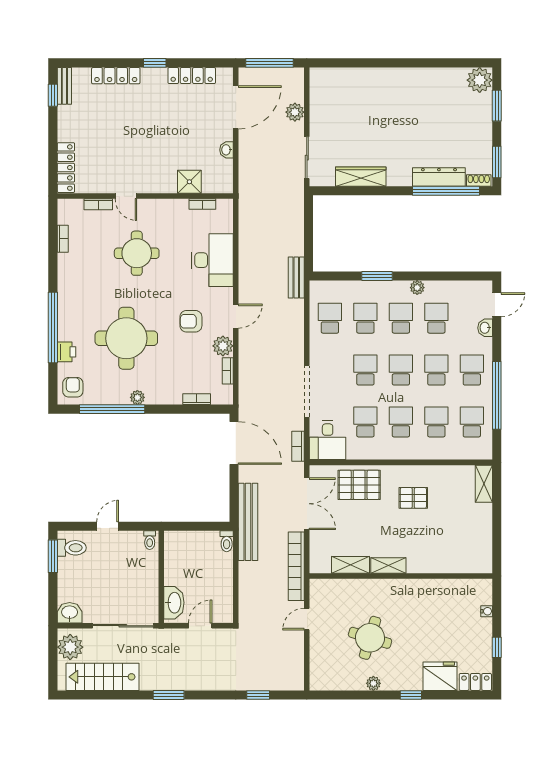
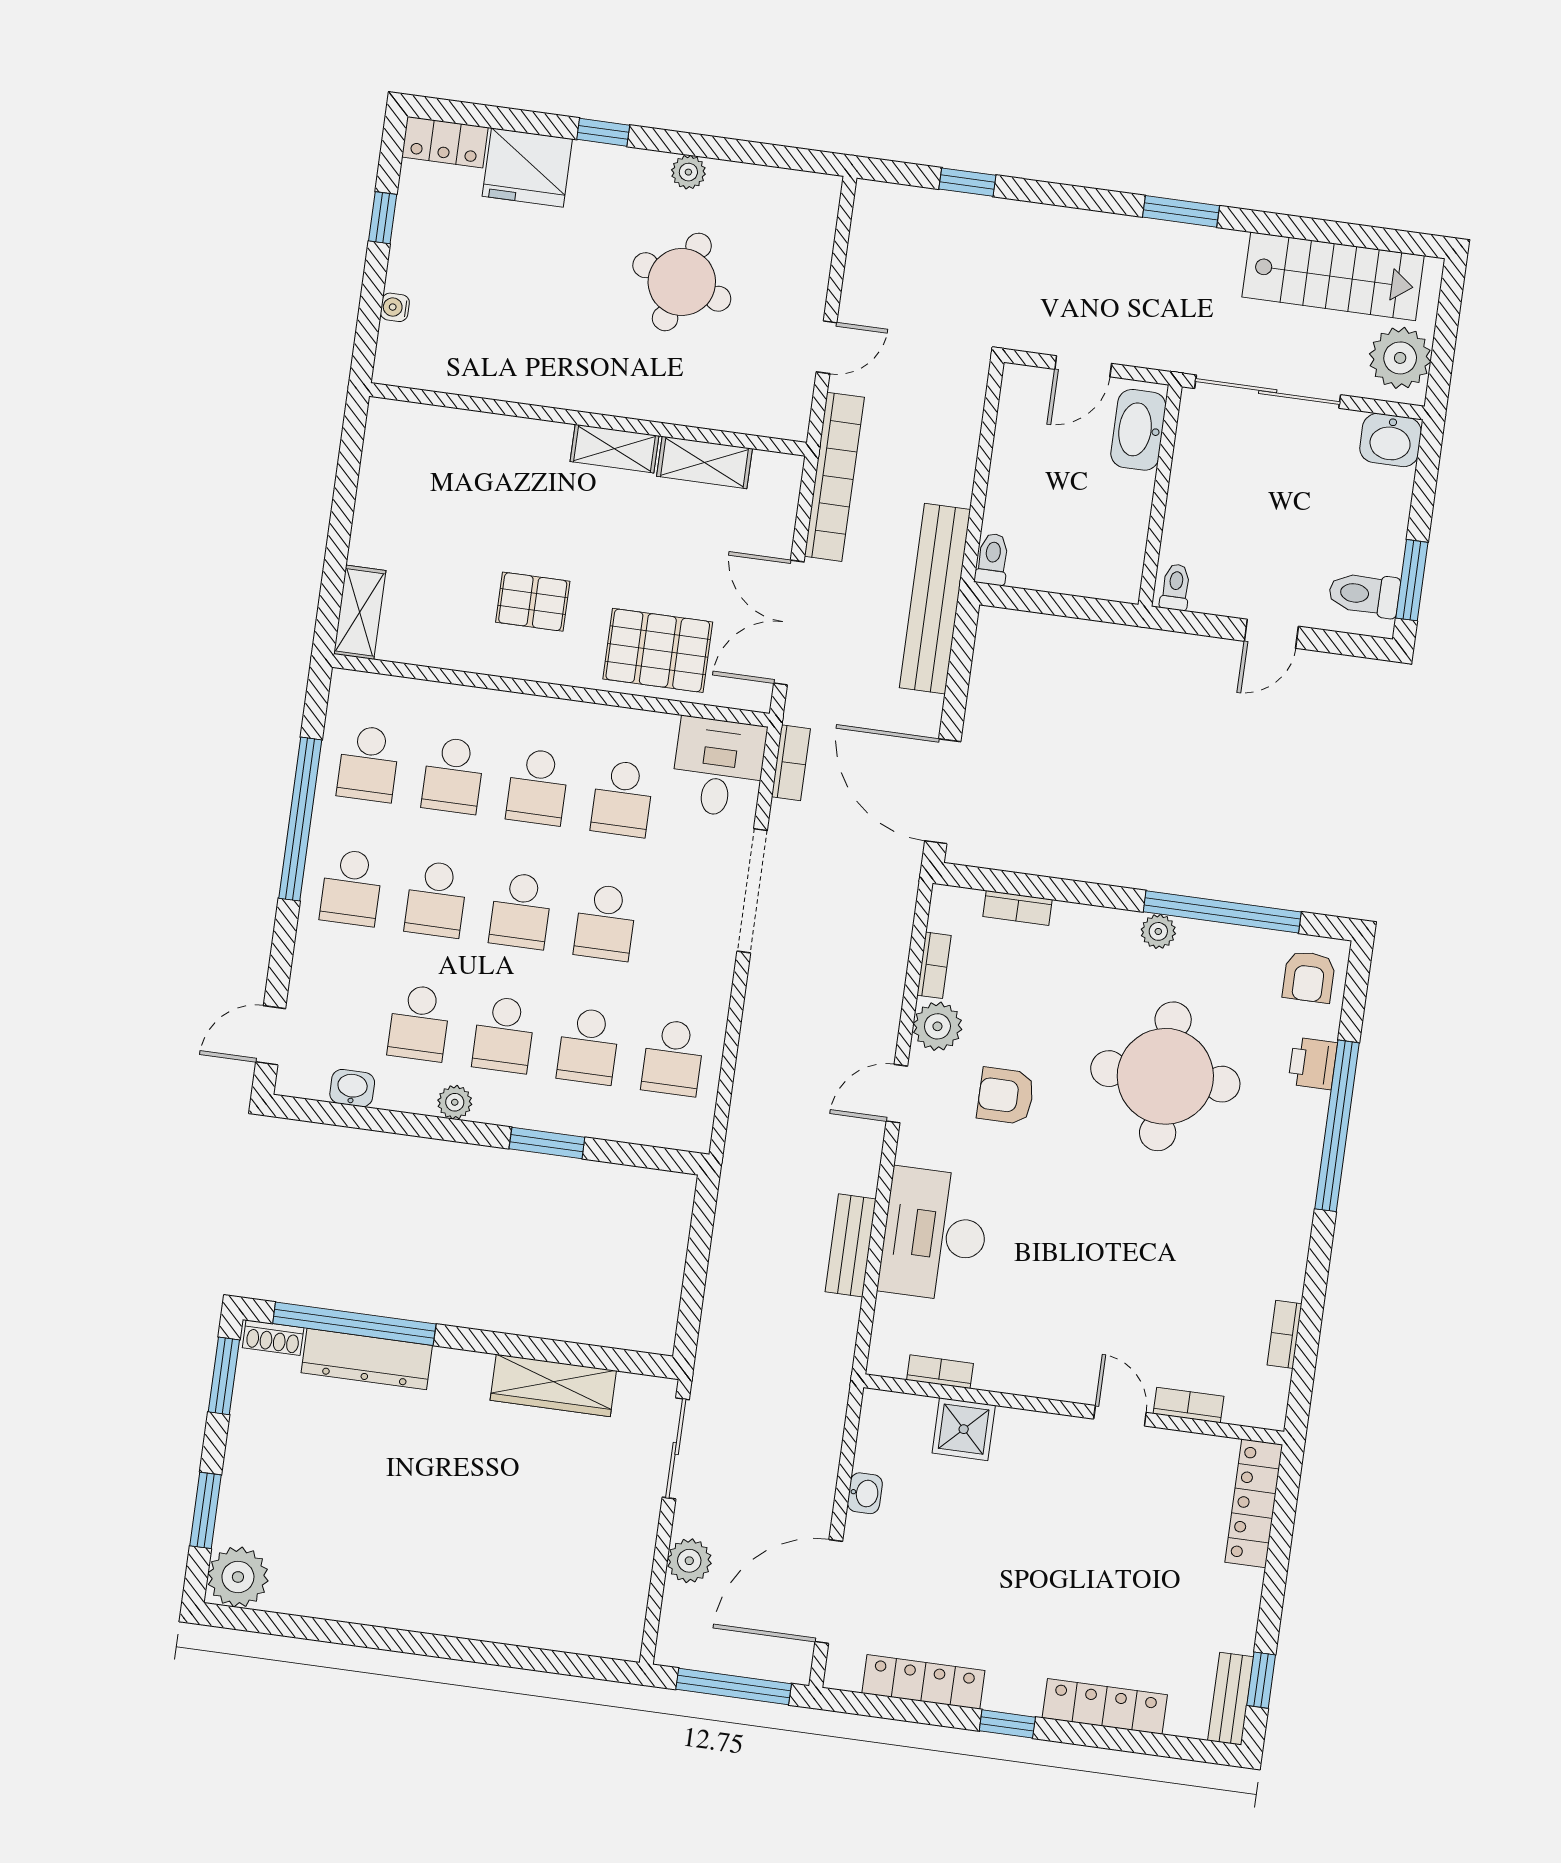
round table: (137, 253) -> (1113, 1276), removed
bench: (296, 278) -> (851, 1245), moved
armchair: (191, 321) -> (1006, 1096), turned 180
washbasin: (485, 328) -> (352, 1088), moved, turned -90

